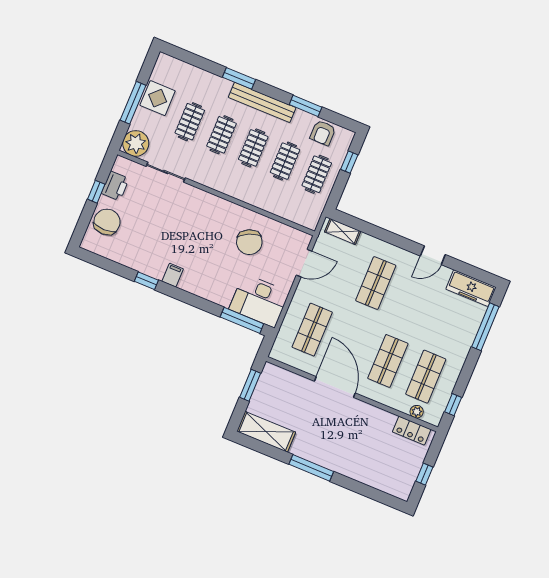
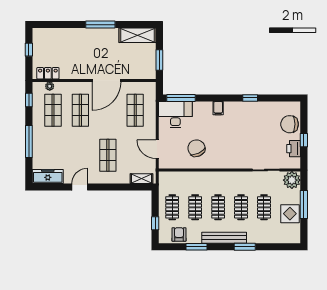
chair: (107, 222) -> (290, 124), turned 90
door: (304, 263) -> (157, 149), hinge flipped
filing cabinet: (173, 275) -> (218, 108), moved
window: (485, 327) -> (29, 142), moved
door: (335, 387) -> (107, 81), hinge flipped

